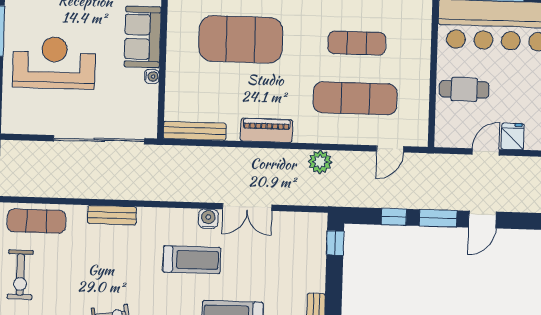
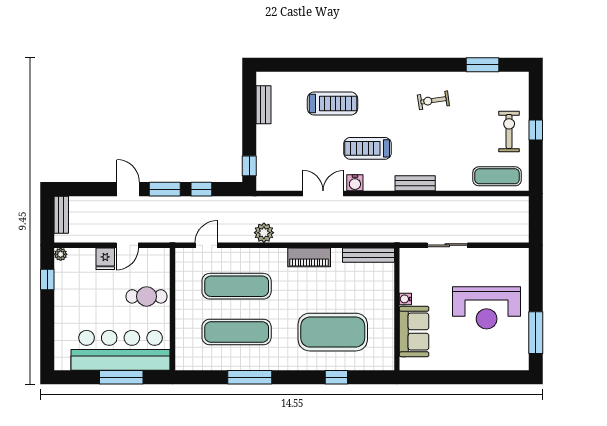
exercise mat: (357, 43) -> (237, 332), width x1.36, depth x1.45
sliding door: (99, 140) -> (447, 245), width x0.54
bench: (112, 215) -> (415, 183), moved
door: (482, 220) -> (128, 189), hinge flipped

